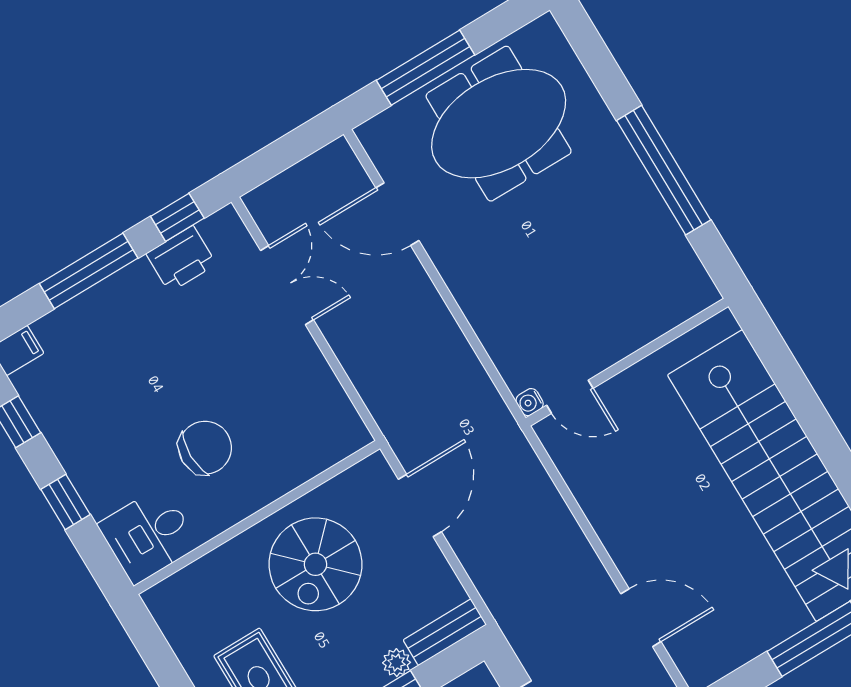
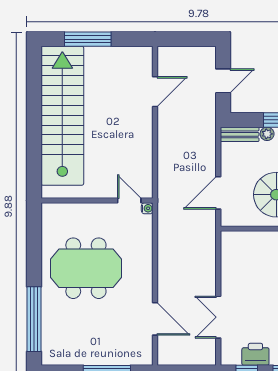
meeting table: (499, 124) -> (86, 268), moved
window: (664, 170) -> (34, 319), moved
door: (641, 618) -> (155, 92), swing flipped

